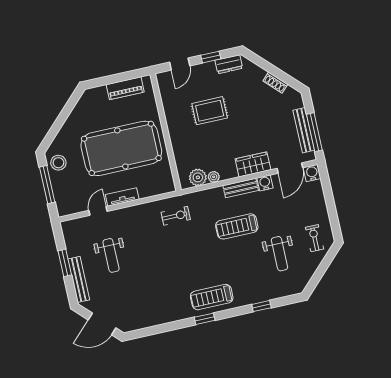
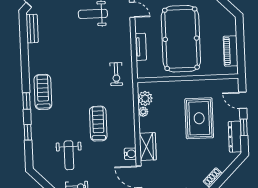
dresser: (229, 64) -> (235, 137), width x1.44
rug: (210, 111) -> (199, 118), width x1.36, depth x1.43
bench: (241, 188) -> (32, 29), moved
tv unit: (122, 197) -> (141, 47), moved
weight bench: (279, 254) -> (69, 155), turned -90
window: (205, 319) -> (26, 101), moved

